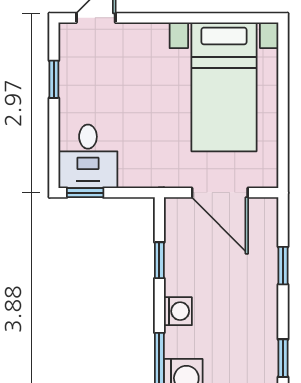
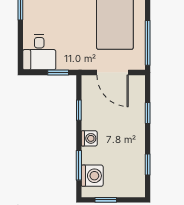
window: (283, 139) -> (148, 43), added
window: (85, 193) -> (58, 73), moved

